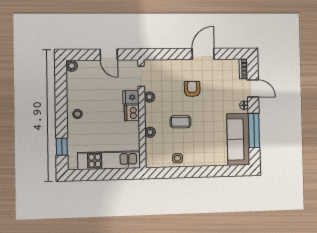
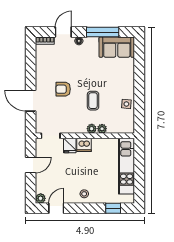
door: (203, 54) -> (31, 101), moved
door: (61, 83) -> (56, 208), added
plant: (149, 97) -> (92, 129), moved
sofa: (238, 139) -> (117, 47), width x0.73

